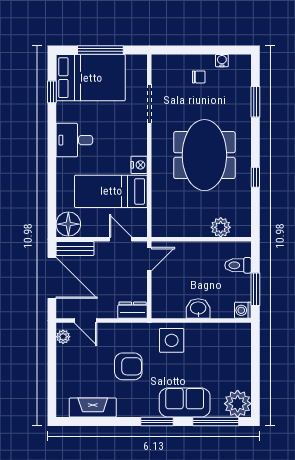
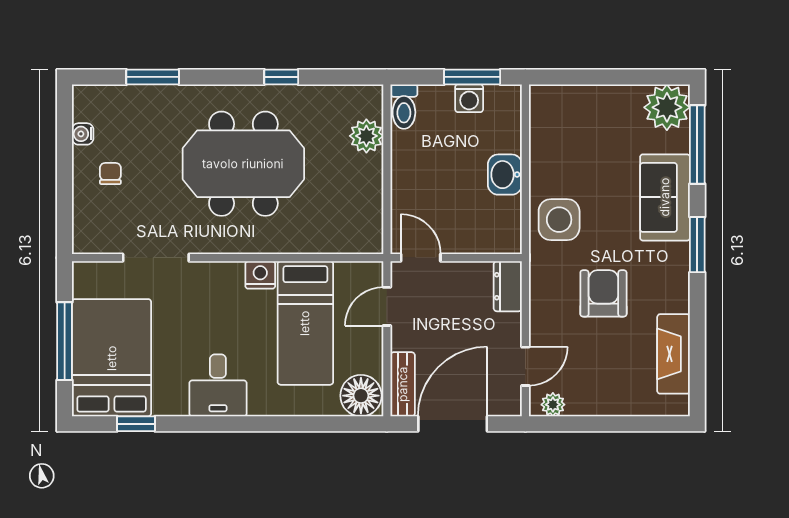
toilet: (238, 265) -> (404, 107), moved
washing machine: (243, 310) -> (469, 98), moved

